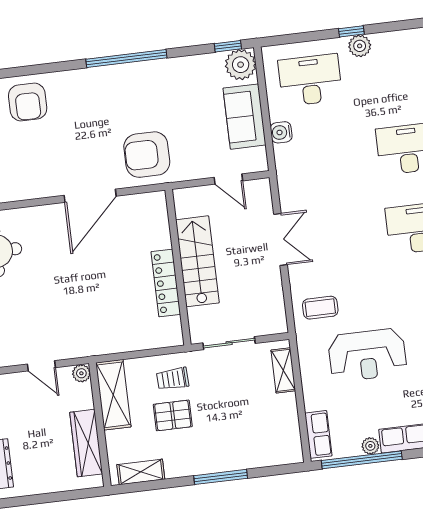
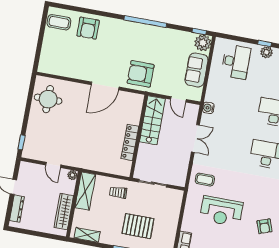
desk: (310, 80) -> (236, 62), turned 90
water cooler: (281, 132) -> (208, 108), moved
stairs: (197, 261) -> (152, 120), moved
shelving: (283, 370) -> (176, 206), removed
pallet: (173, 415) -> (138, 226), moved, width x1.50, depth x1.42

